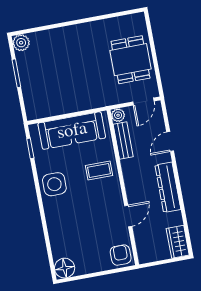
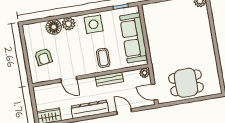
bench: (123, 140) -> (109, 79), moved
plant: (54, 217) -> (69, 24), added
armchair: (121, 255) -> (43, 57), moved, turned 81
floor lamp: (65, 268) -> (54, 27), moved

